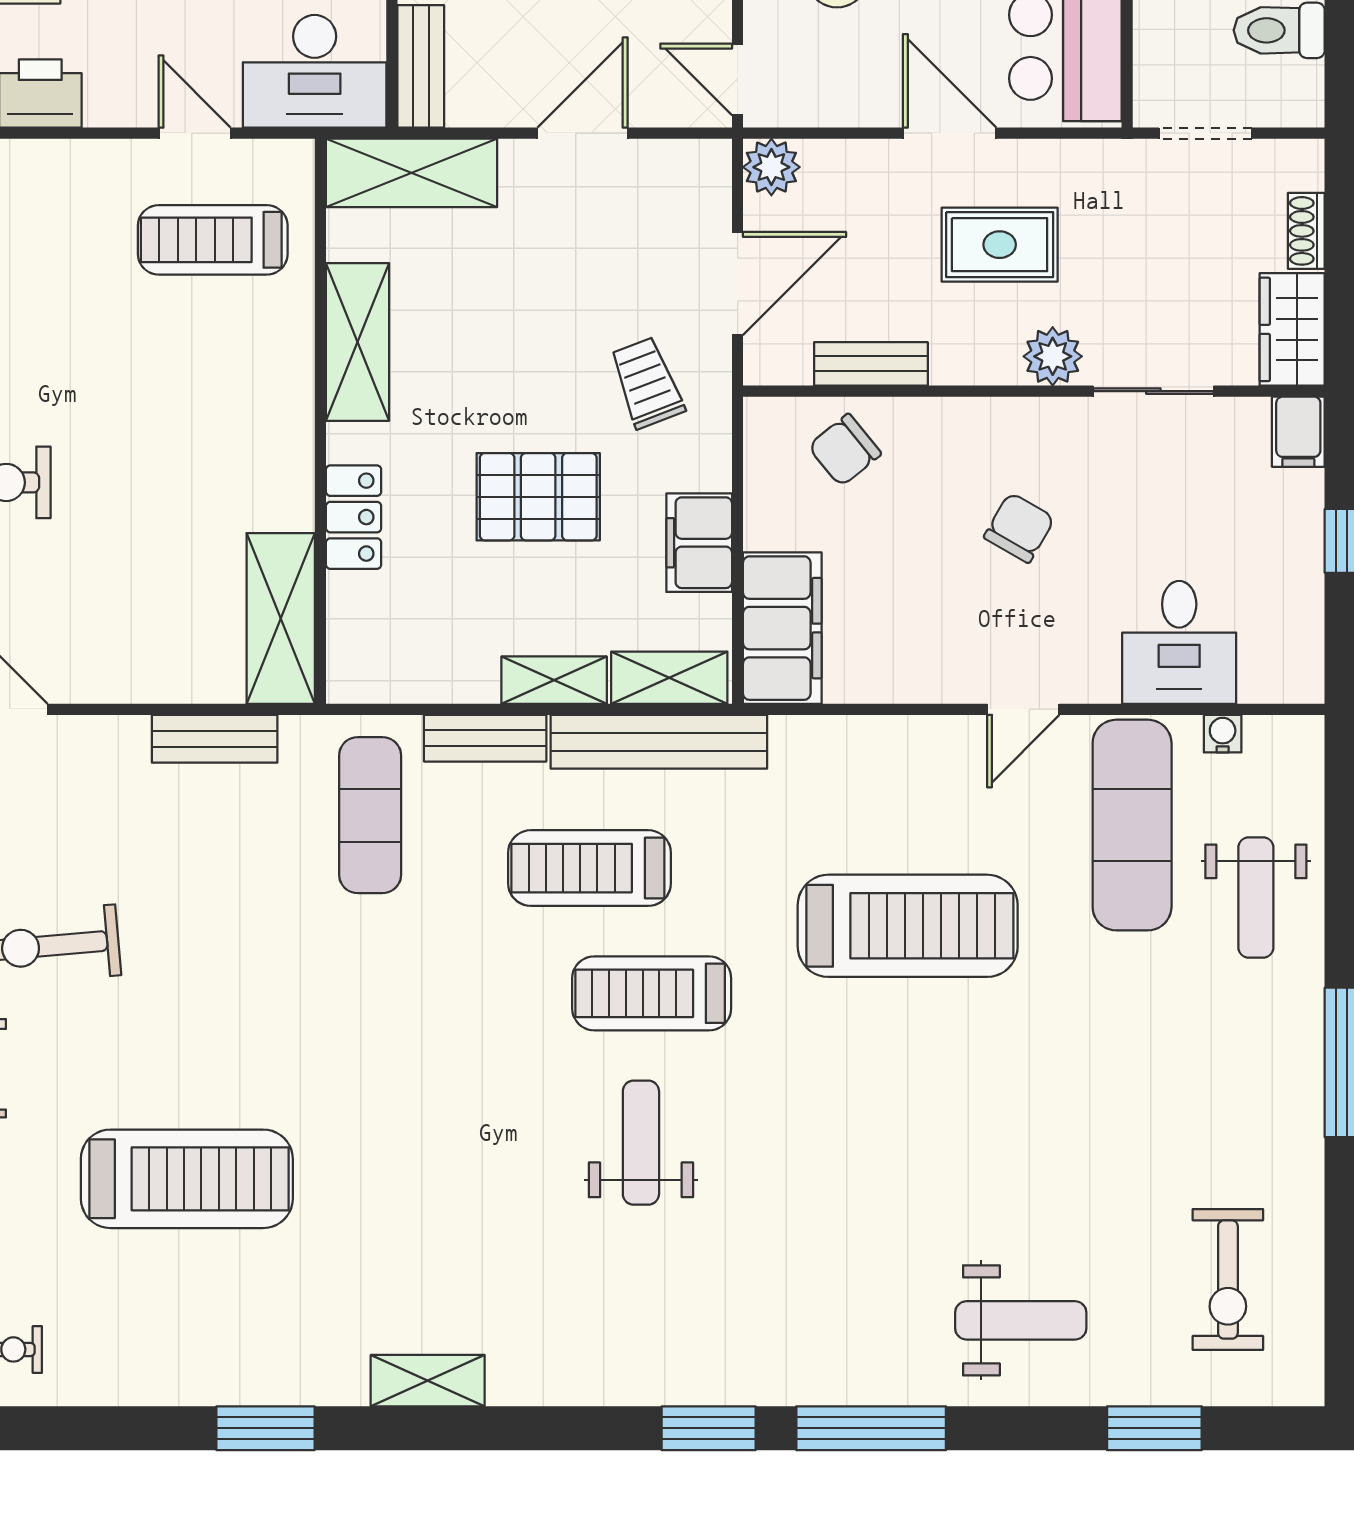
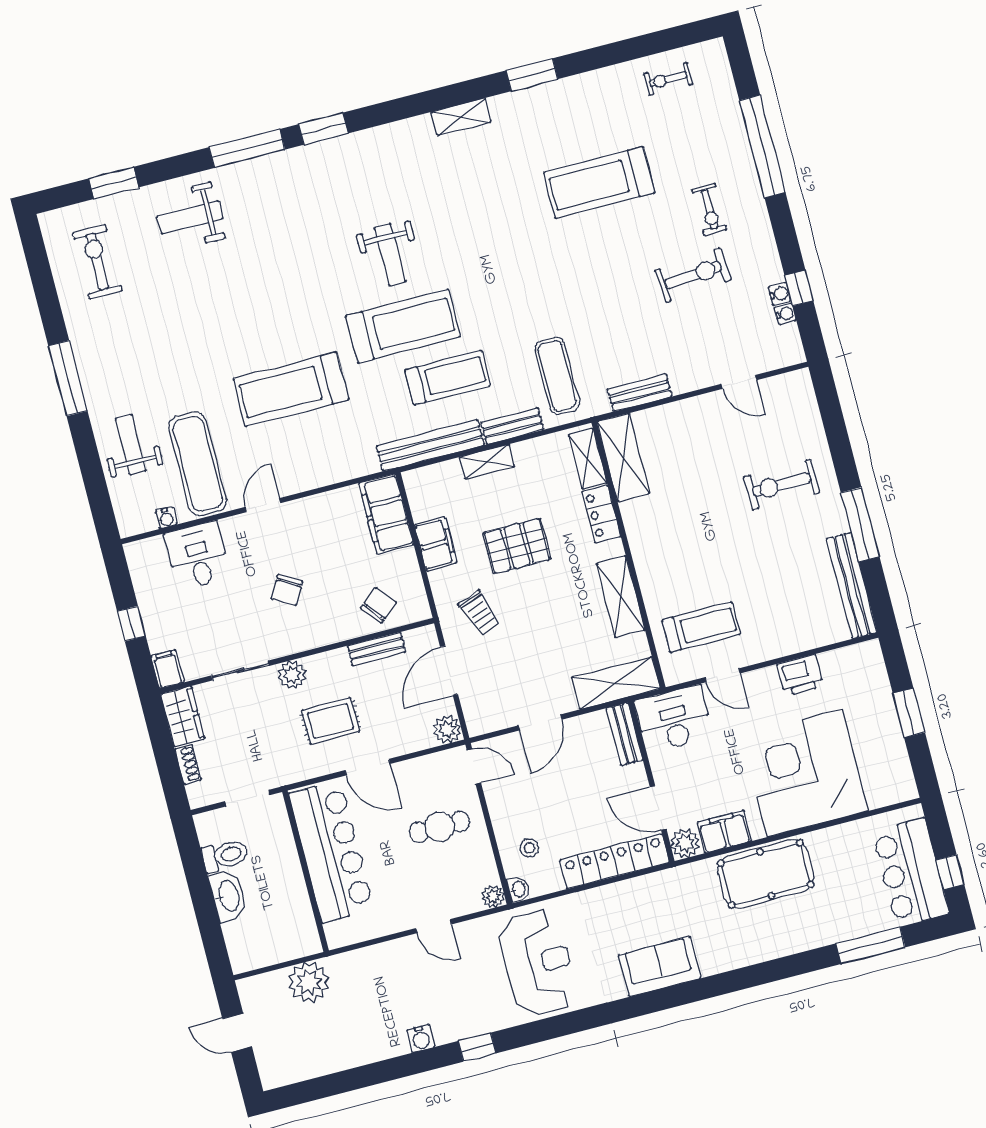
shelving: (669, 678) -> (588, 459), moved, turned 90
treadmill: (652, 993) -> (403, 326), width x1.37, depth x1.38

